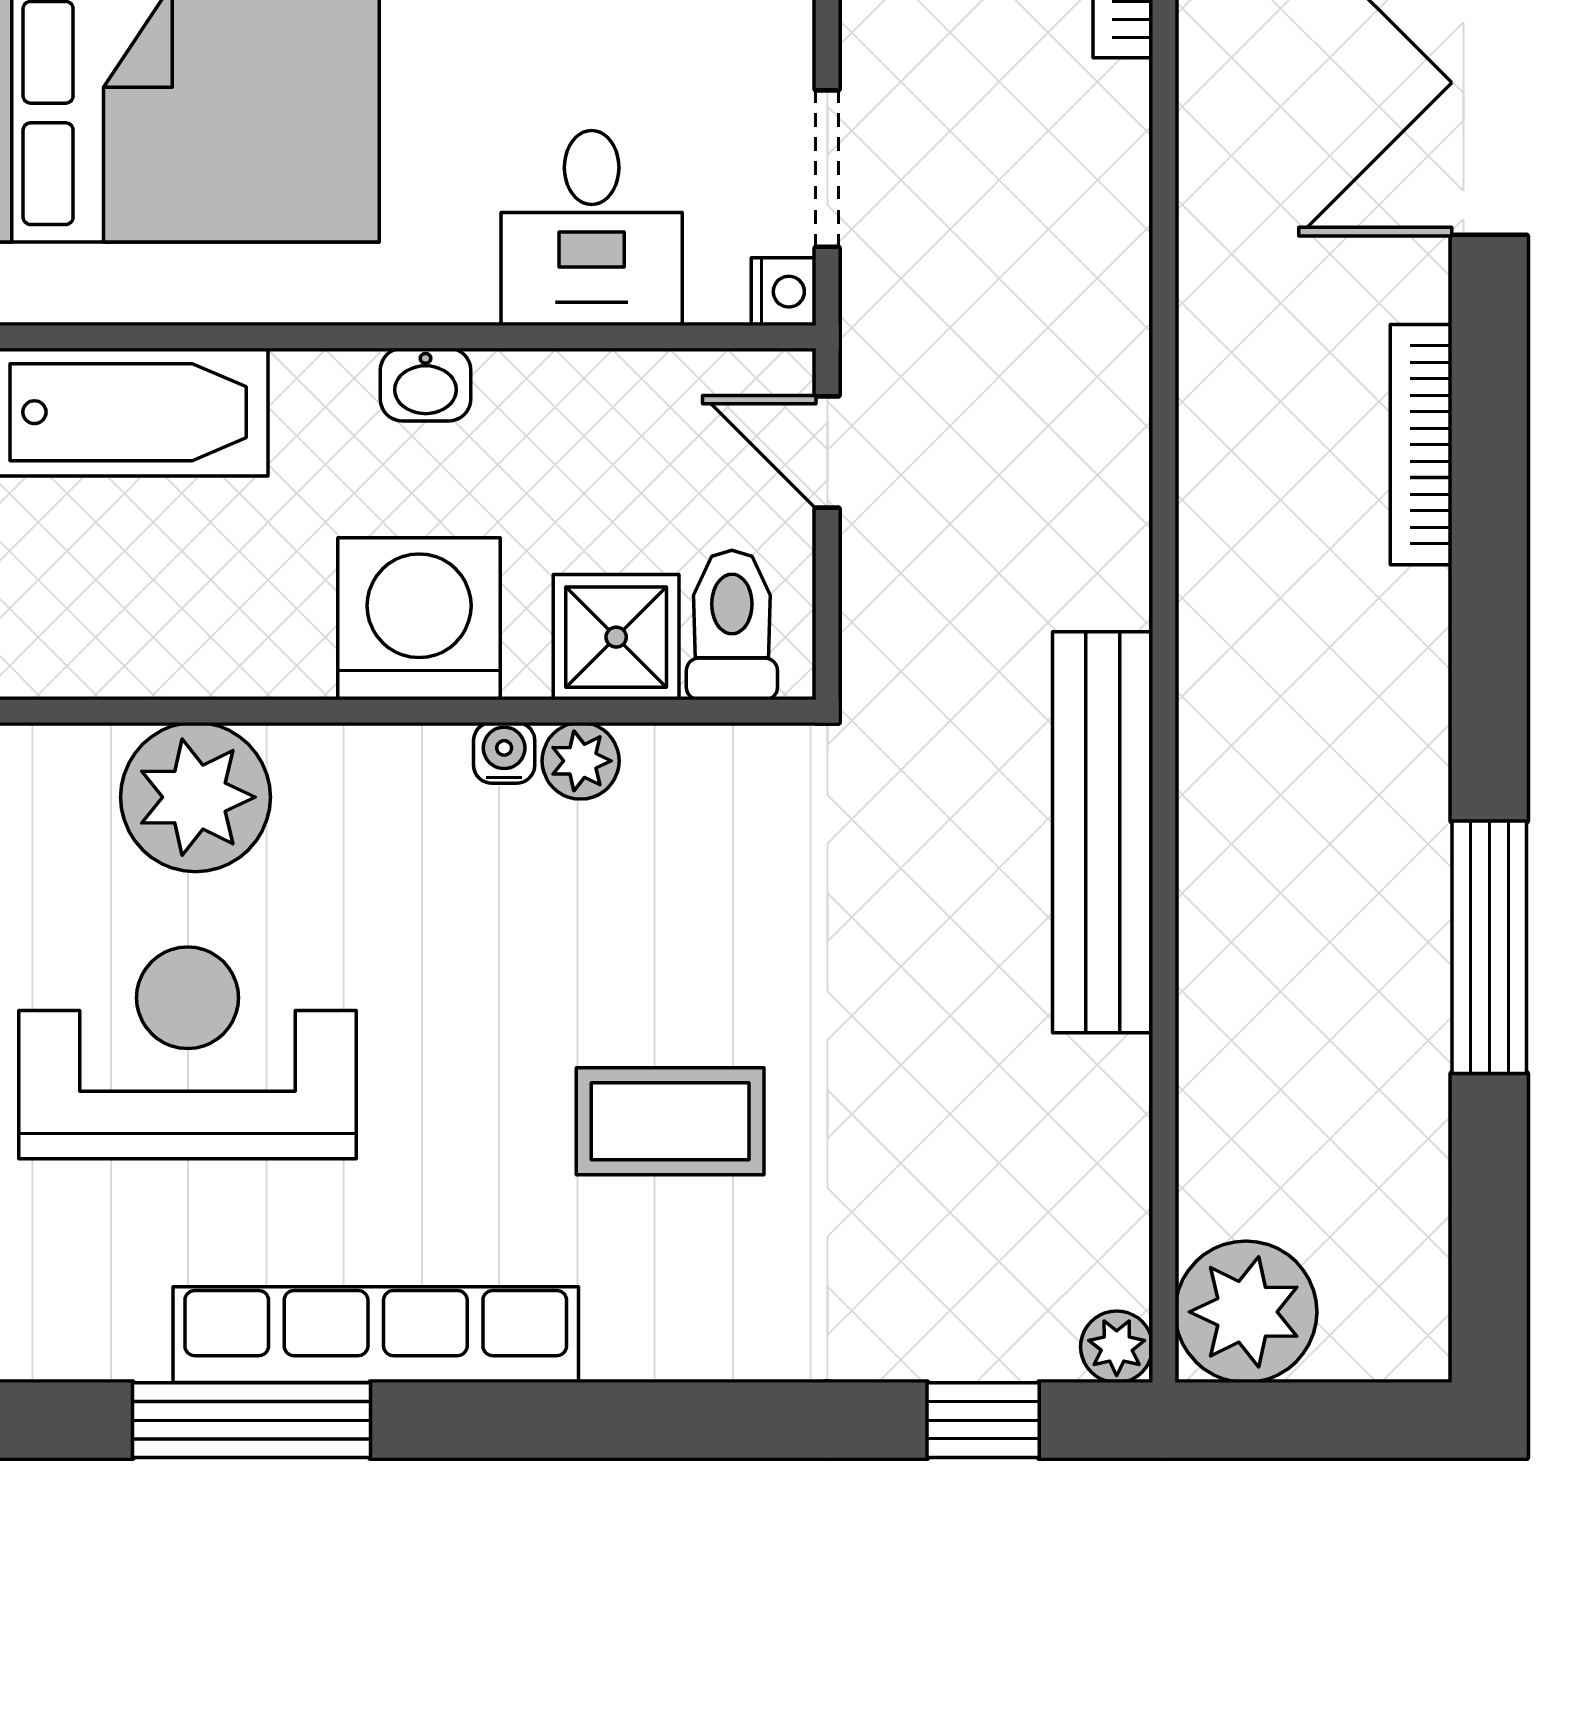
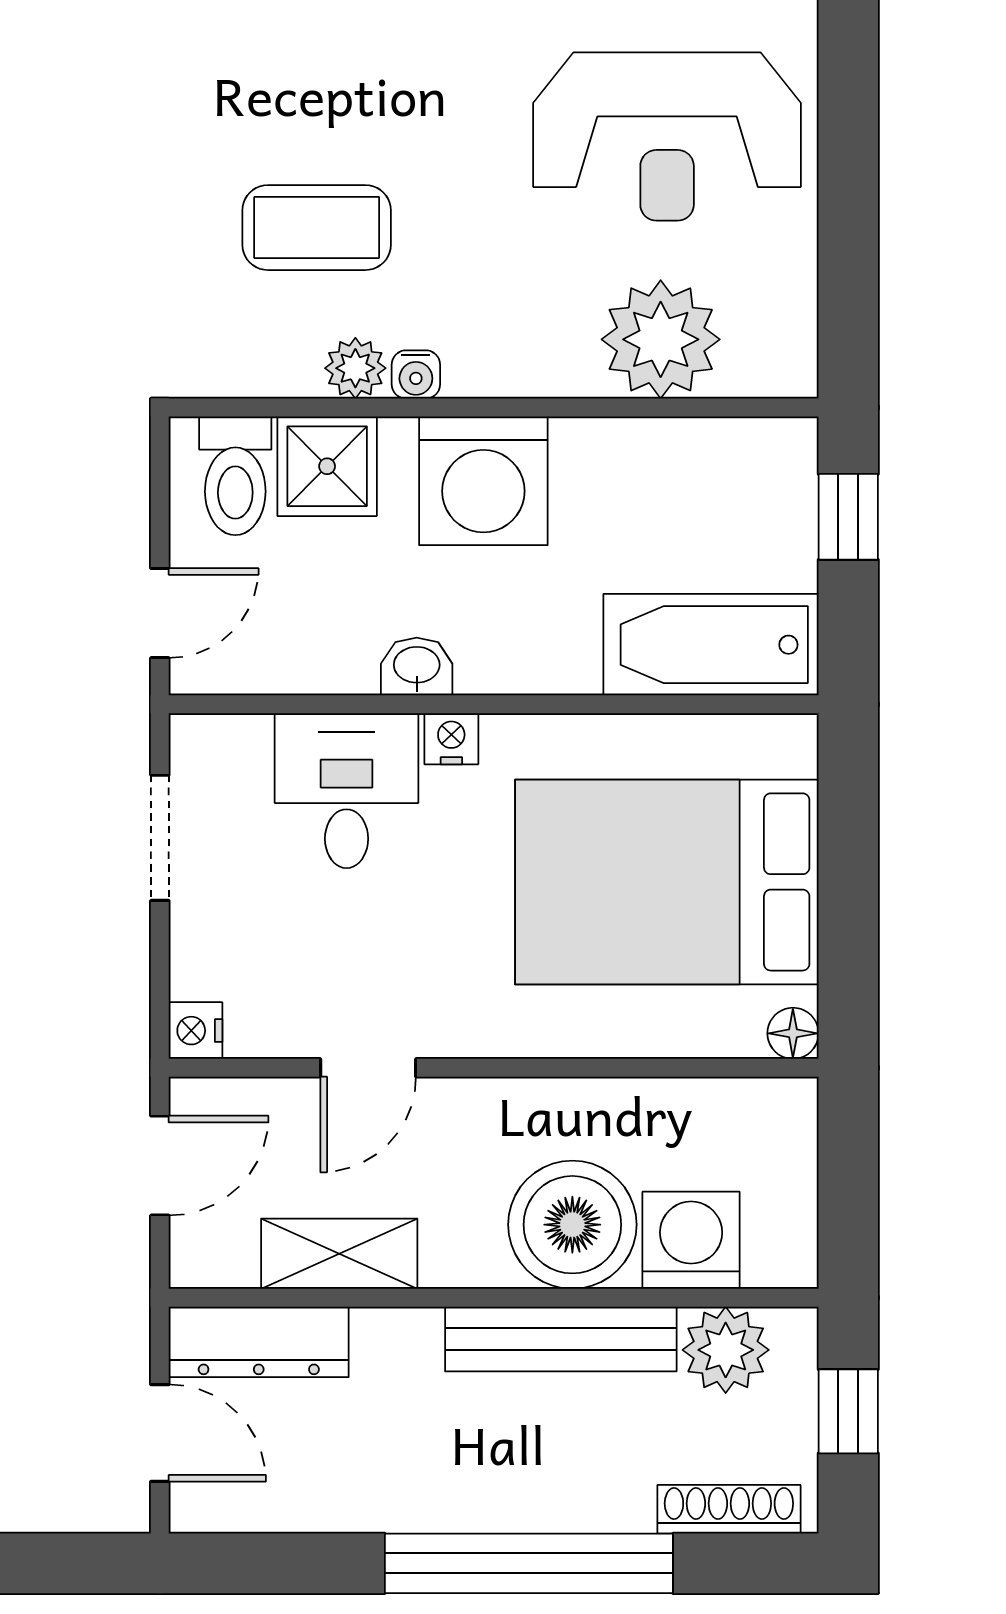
nightstand: (784, 292) -> (451, 739), moved, turned 90
washbasin: (426, 385) -> (417, 667), moved
door: (827, 452) -> (160, 613), hinge flipped
coffee table: (670, 1121) -> (317, 228), moved

